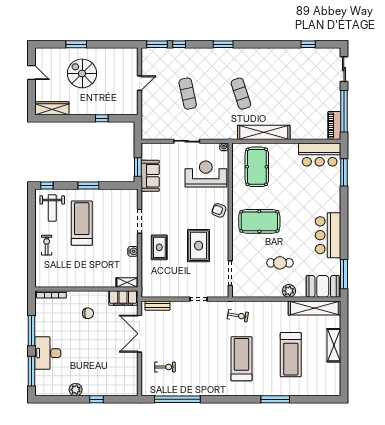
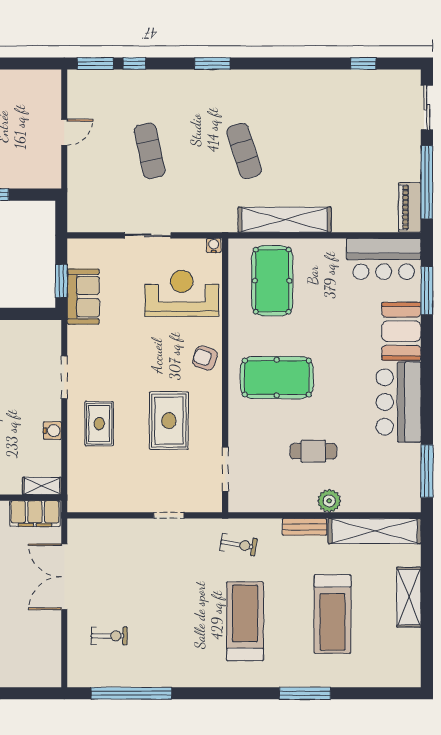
booth: (323, 286) -> (401, 331), moved, turned 90
bench: (157, 306) -> (304, 527), moved

